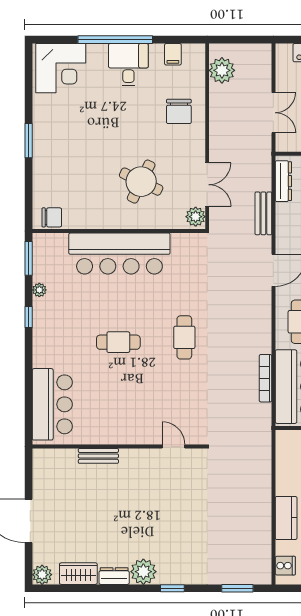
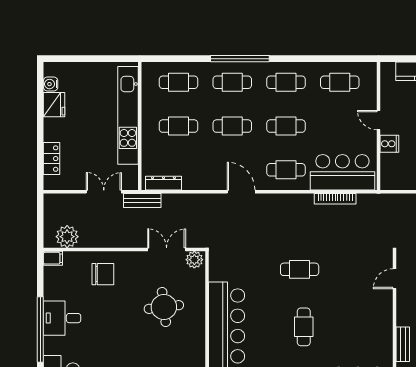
filing cabinet: (173, 54) -> (53, 258), moved
round table: (141, 182) -> (164, 307), turned -33
bench: (263, 213) -> (142, 201), moved

